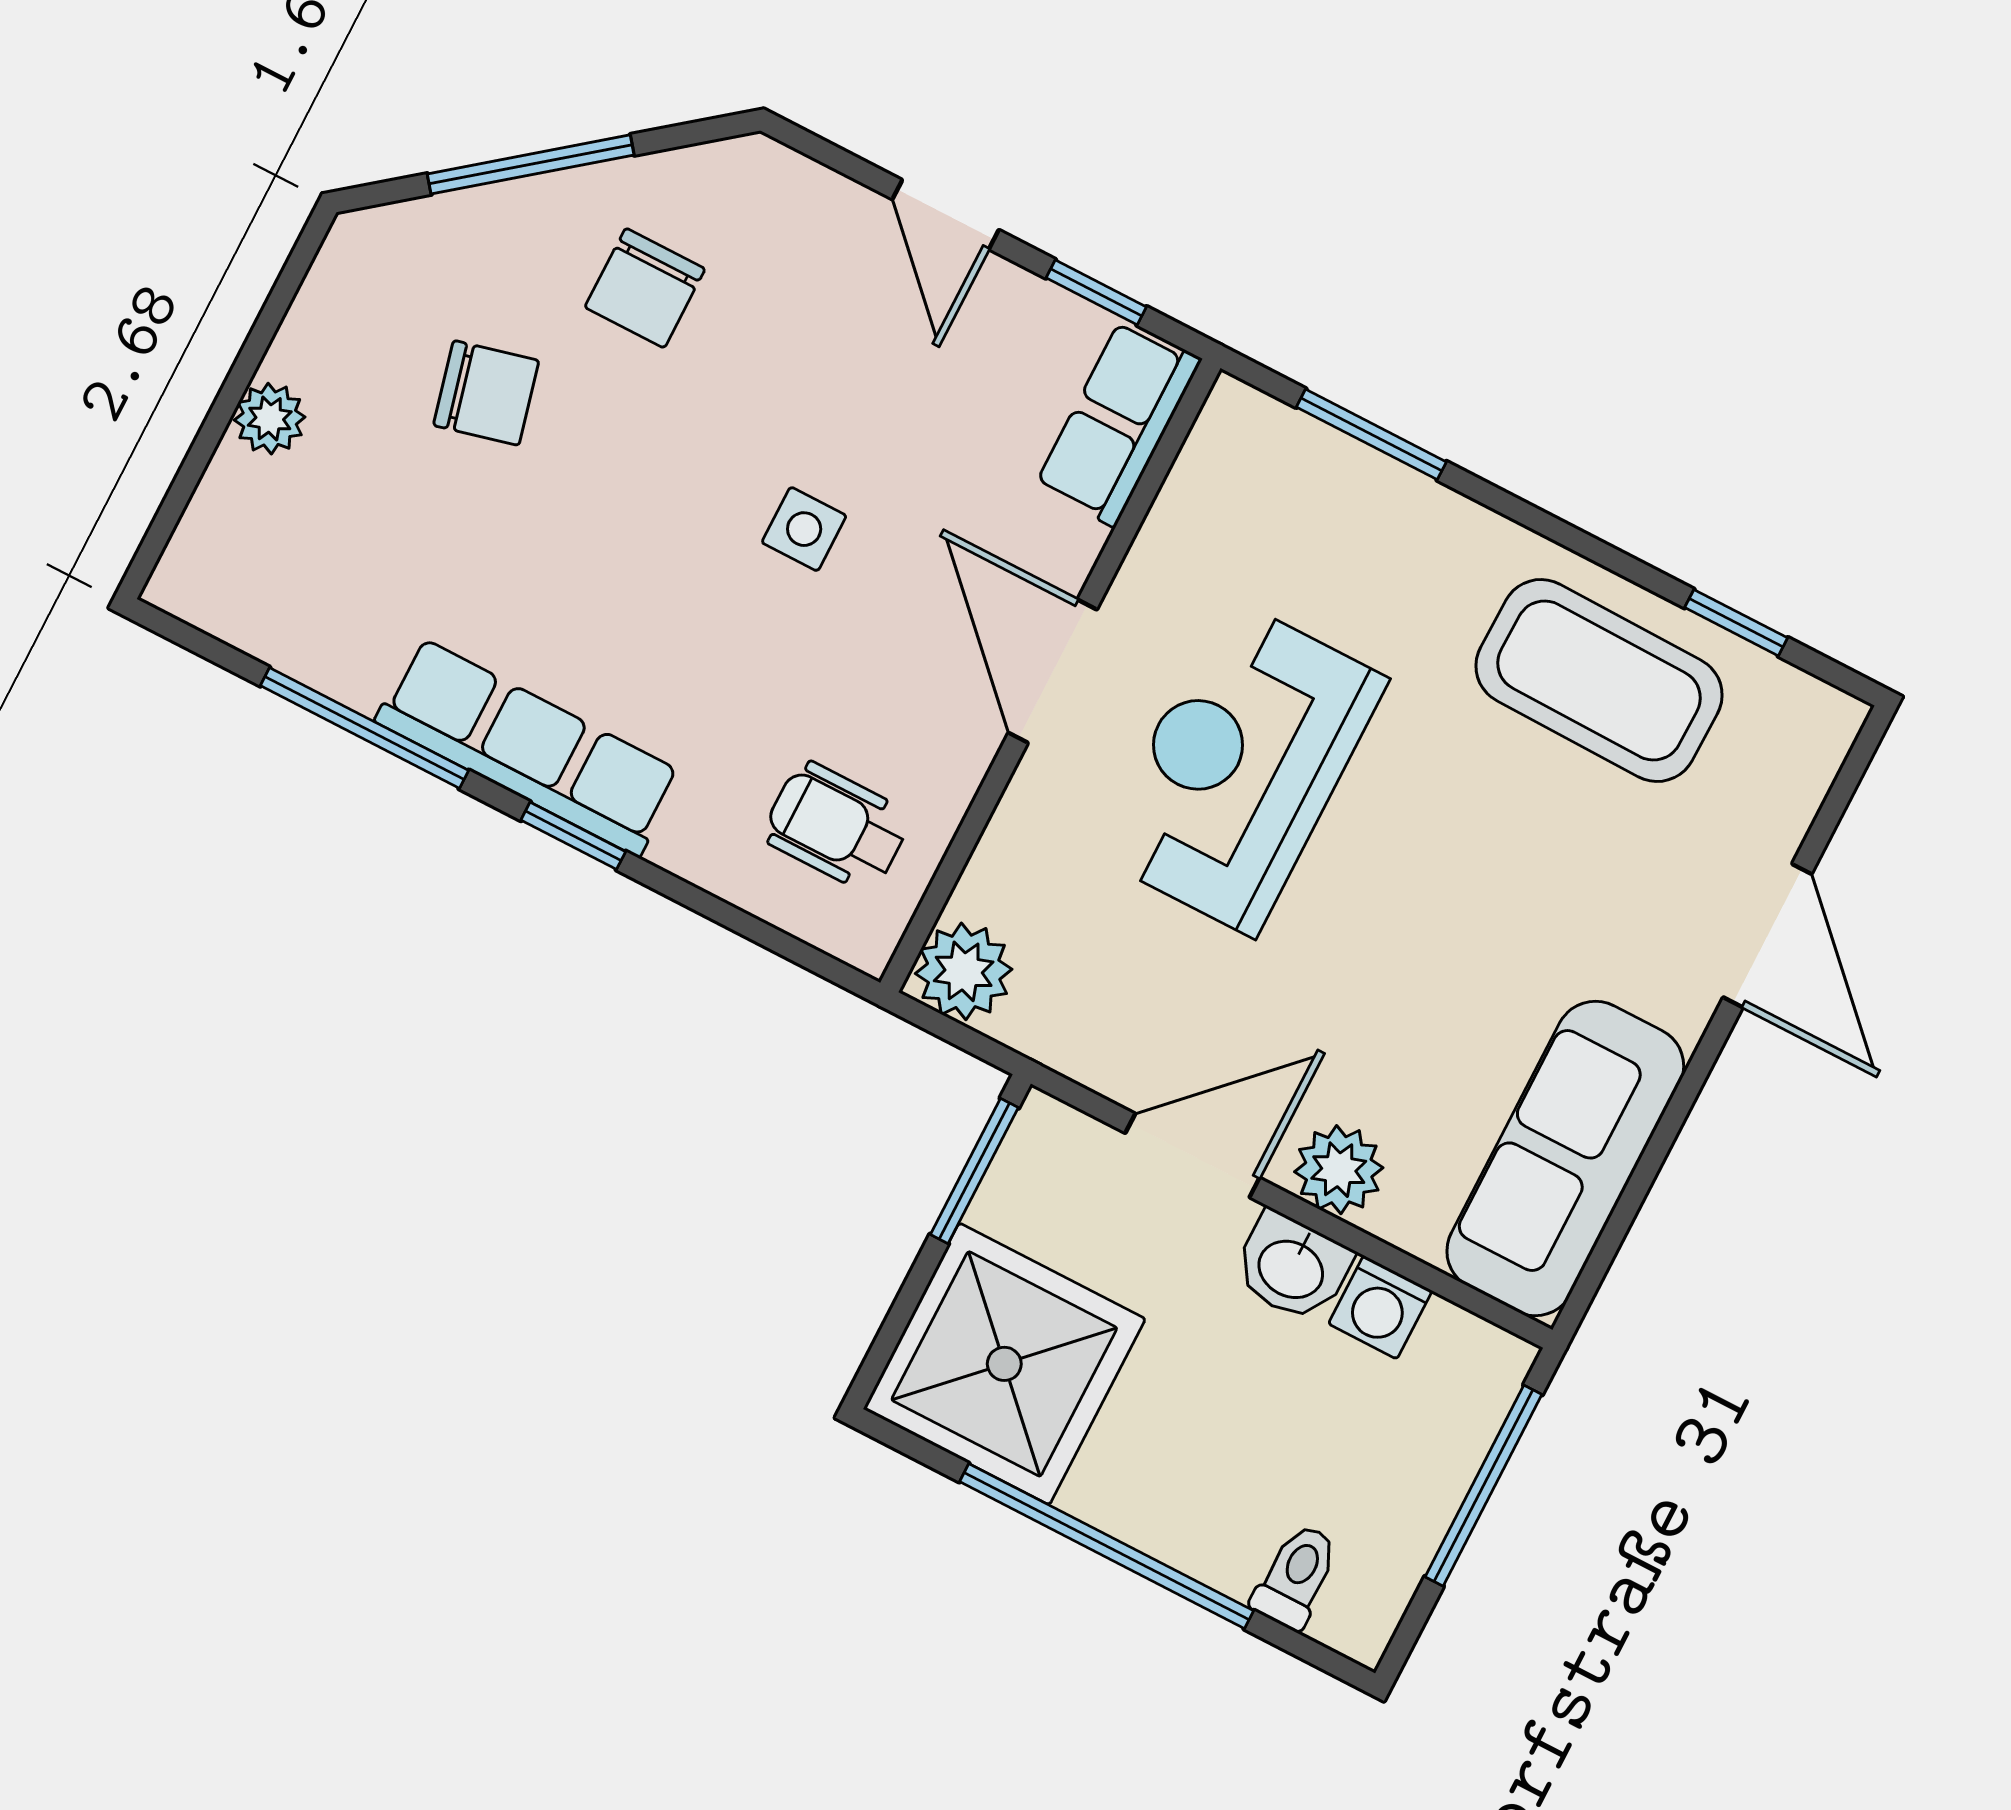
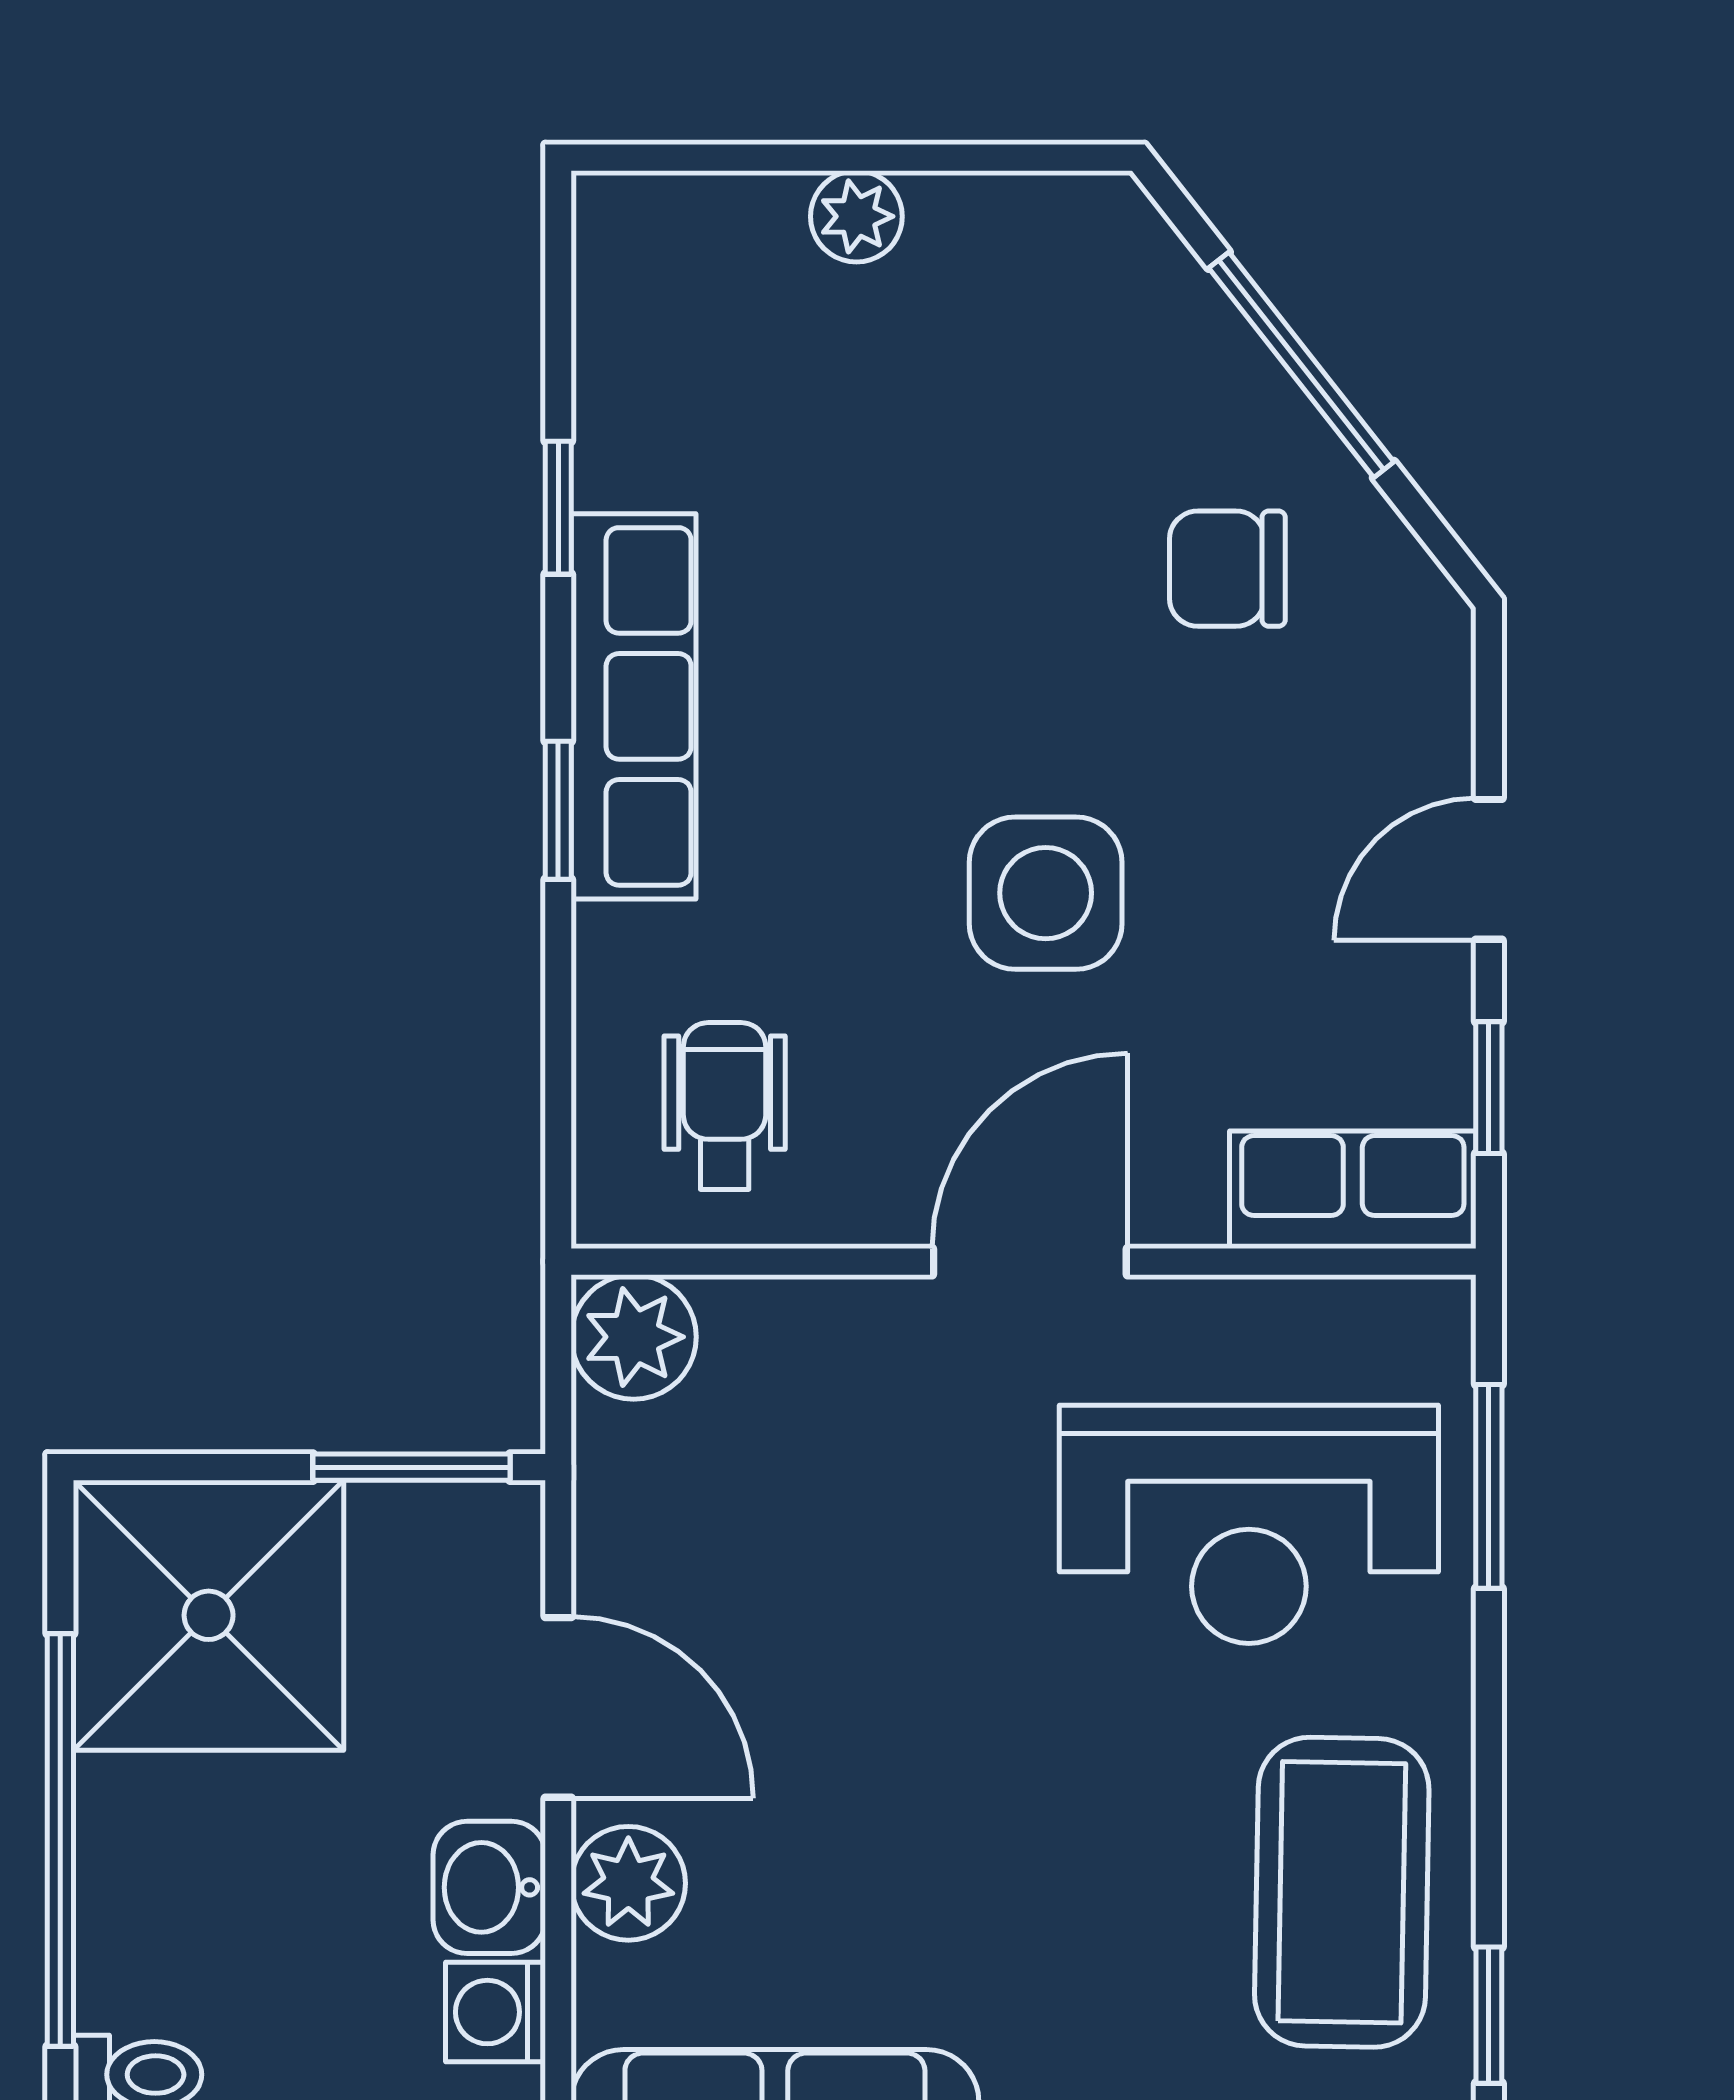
chair: (486, 393) -> (1014, 449), removed
side table: (804, 529) -> (1046, 893), width x1.87, depth x1.87
window: (364, 728) -> (558, 508), width x0.46
reception desk: (1241, 767) -> (1249, 1524), moved, turned 180

